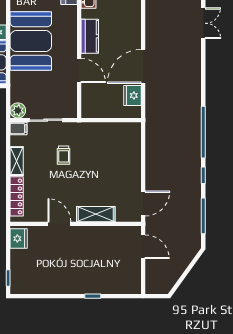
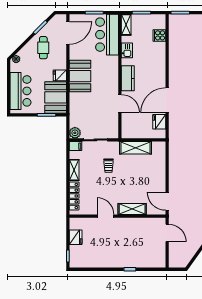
booth: (31, 41) -> (80, 76), width x0.73, depth x0.70
shelving: (100, 131) -> (135, 148), added
door: (143, 204) -> (167, 201), swing flipped
fridge: (19, 239) -> (76, 237), moved

